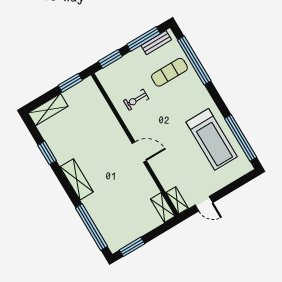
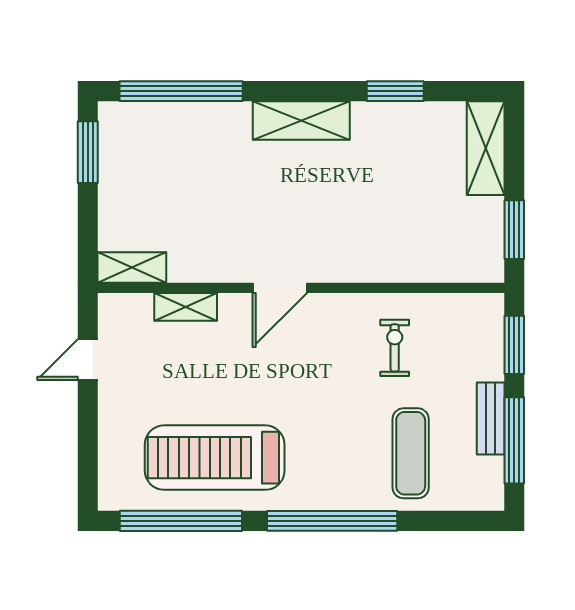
bench: (156, 43) -> (491, 419), moved
window: (194, 60) -> (332, 521), moved
shelving: (177, 200) -> (186, 307), moved

